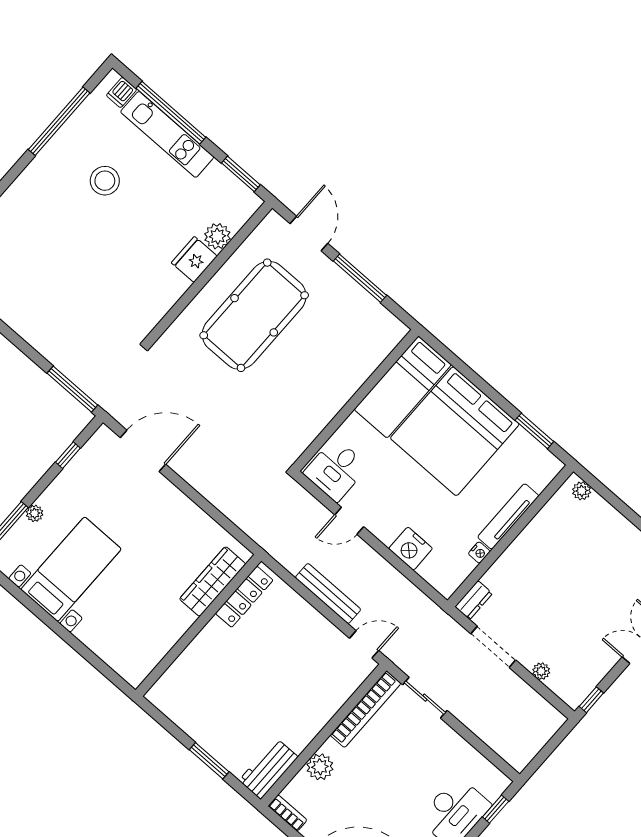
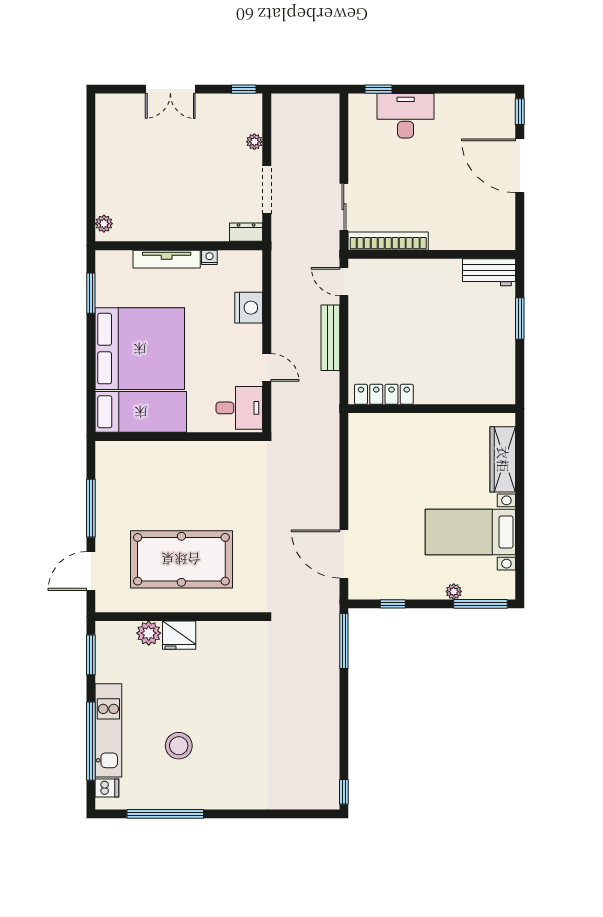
wardrobe: (213, 582) -> (503, 459), moved, turned 90
plant: (320, 767) -> (456, 238), removed
bookcase: (288, 813) -> (508, 232), removed

